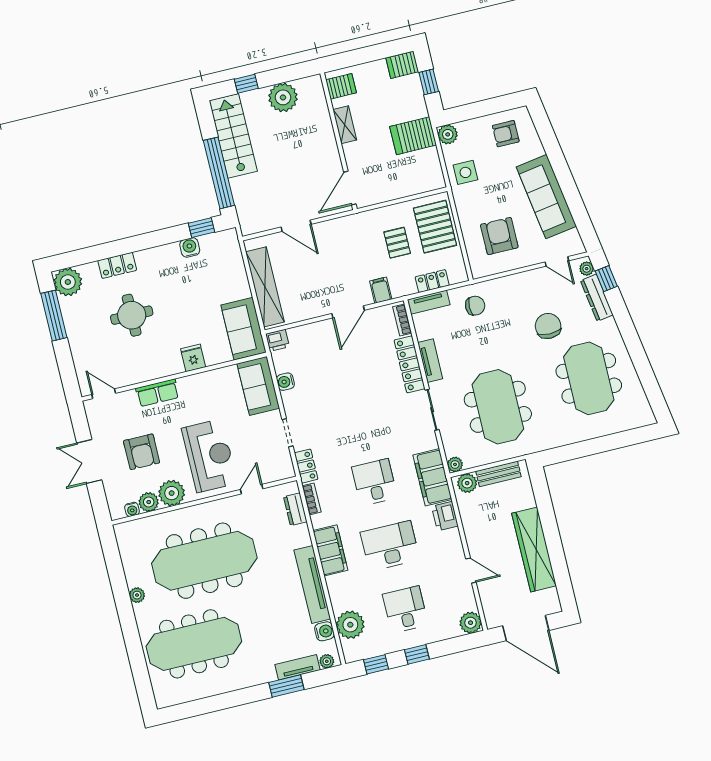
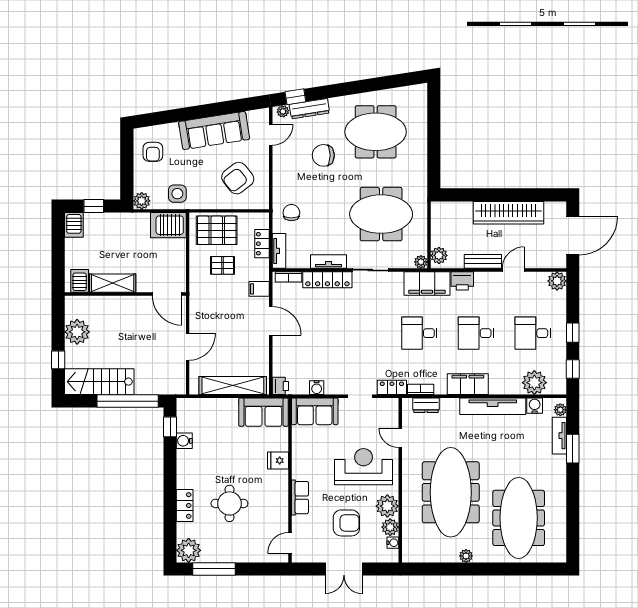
shelving: (345, 125) -> (113, 283), width x1.50, depth x1.33
server rack: (413, 136) -> (168, 225), moved, turned 90
armchair: (499, 236) -> (238, 178), turned -38
bench: (498, 474) -> (483, 261), moved, turned 90
desk: (390, 546) -> (476, 333), width x0.73

